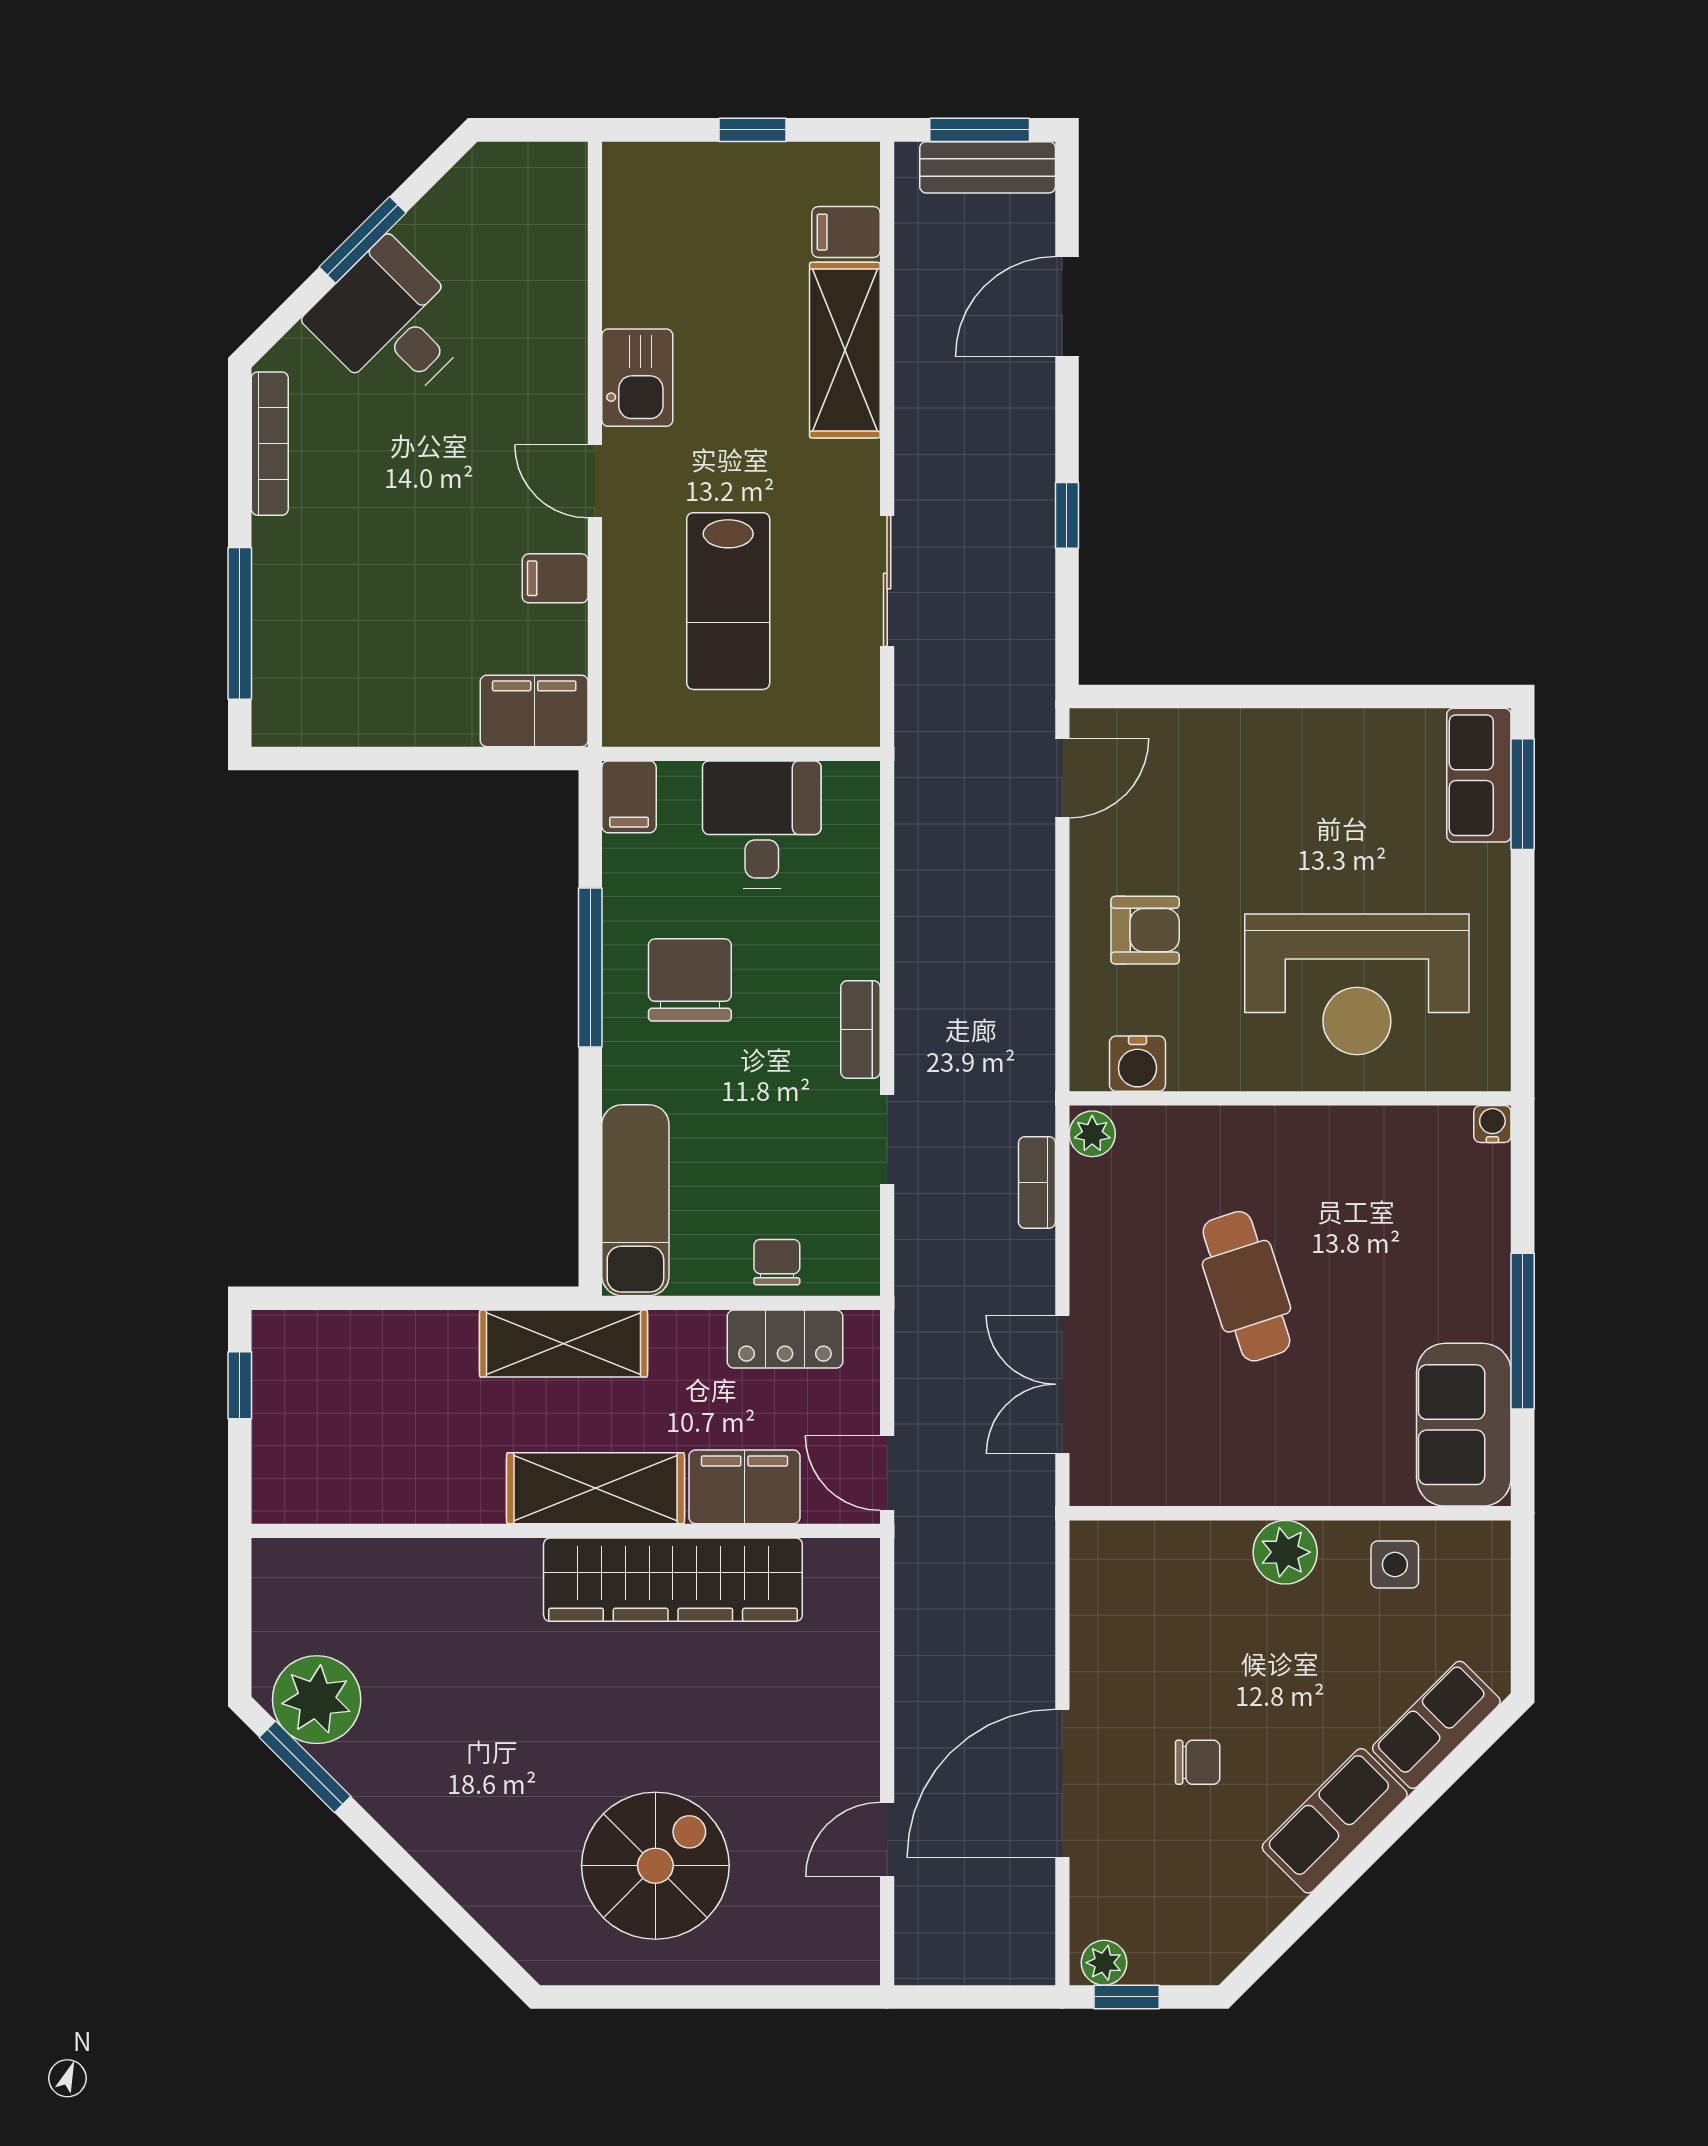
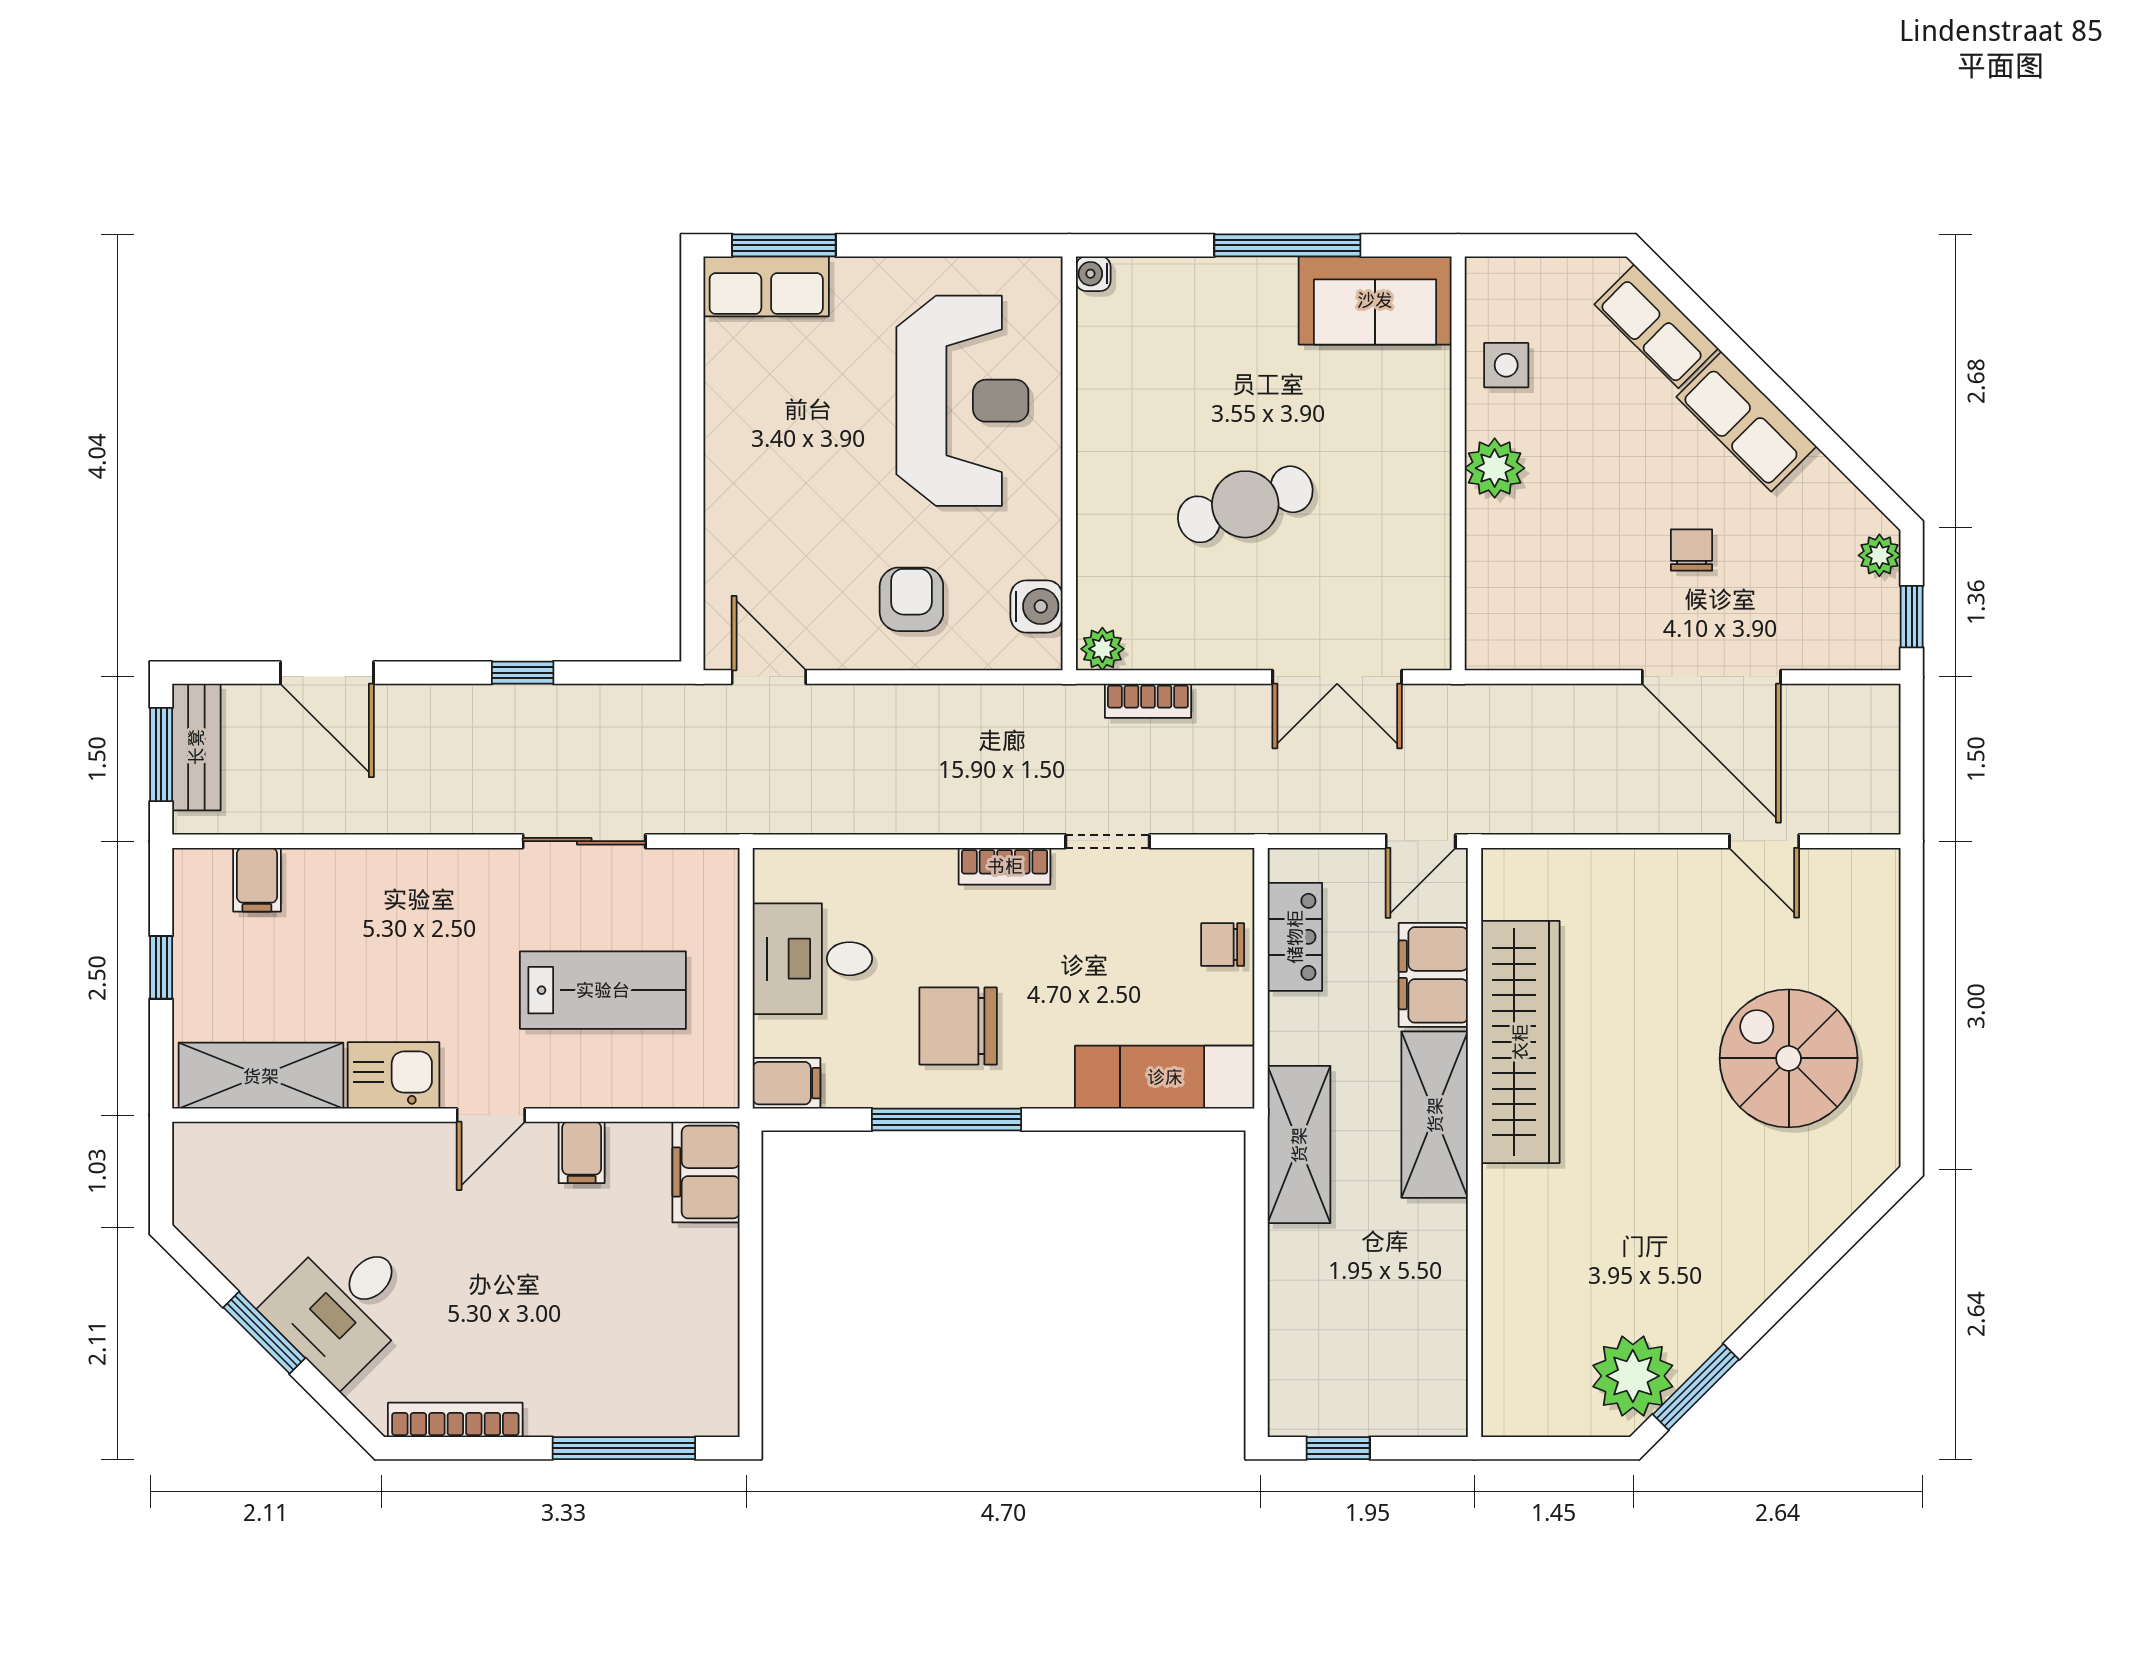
shelving: (845, 350) -> (261, 1076), moved
plant: (1104, 1963) -> (1879, 555), moved

